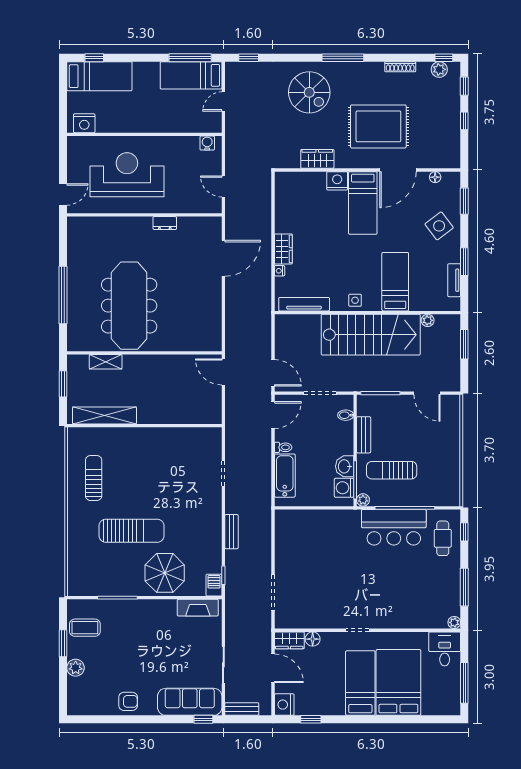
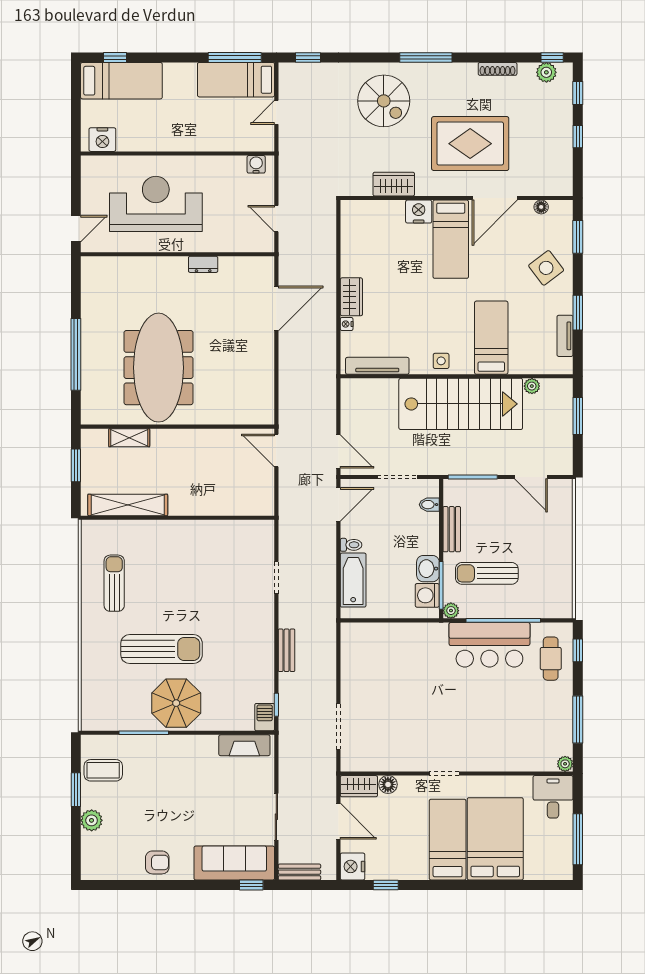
parasol: (165, 573) -> (176, 703), moved

